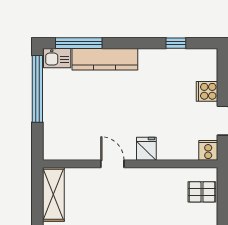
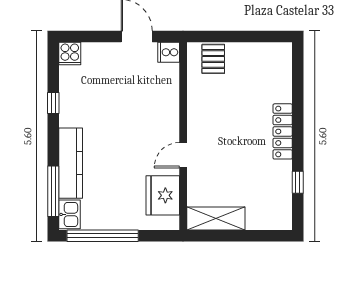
window: (176, 43) -> (53, 103), moved
cooker: (207, 91) -> (70, 54), moved
fridge: (146, 149) -> (163, 195), moved, width x1.88, depth x1.34

